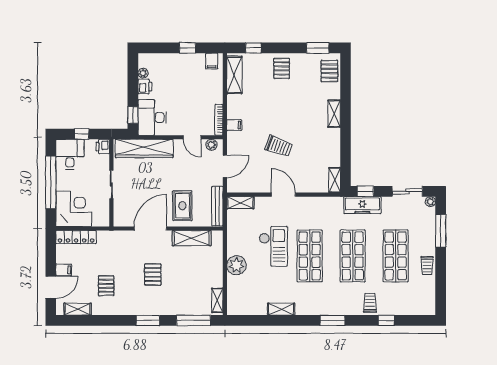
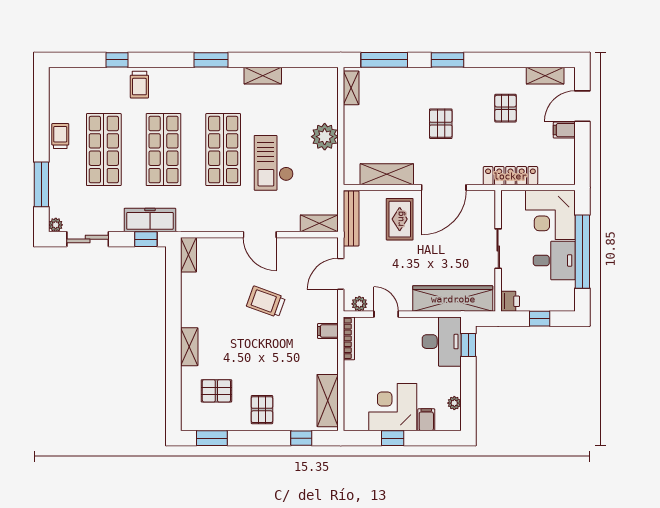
filing cabinet: (212, 61) -> (426, 420), moved
corner desk: (187, 70) -> (393, 407), added
pallet: (329, 71) -> (216, 391), moved, turned 90
printer: (145, 87) -> (452, 384), removed
desk: (70, 154) -> (554, 260), moved, turned -90
locker: (76, 237) -> (510, 176), moved
window: (332, 320) -> (211, 60), moved

